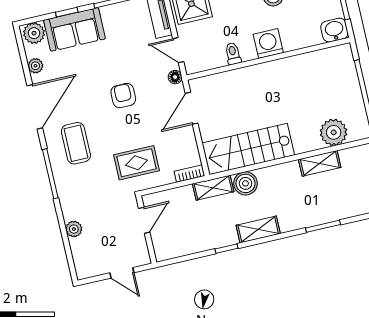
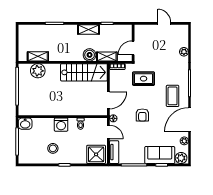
shelving: (320, 163) -> (38, 56), moved
door: (144, 220) -> (133, 48), moved
wall: (146, 230) -> (133, 43), moved

